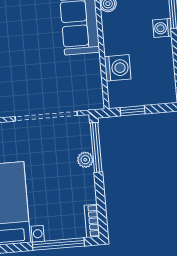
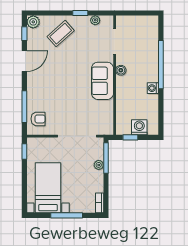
washing machine: (118, 68) -> (139, 127), moved, turned -90
window: (58, 244) -> (67, 215), moved

